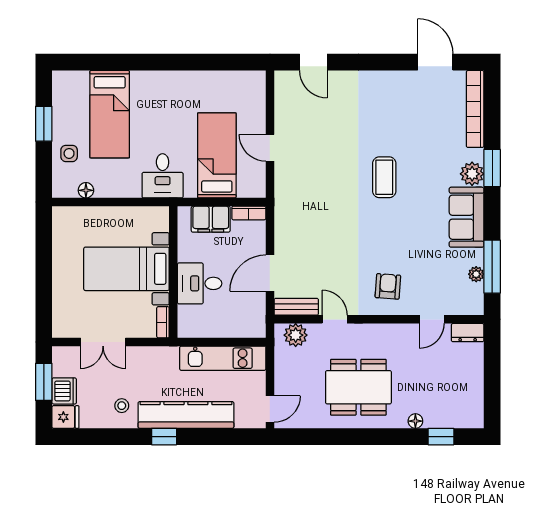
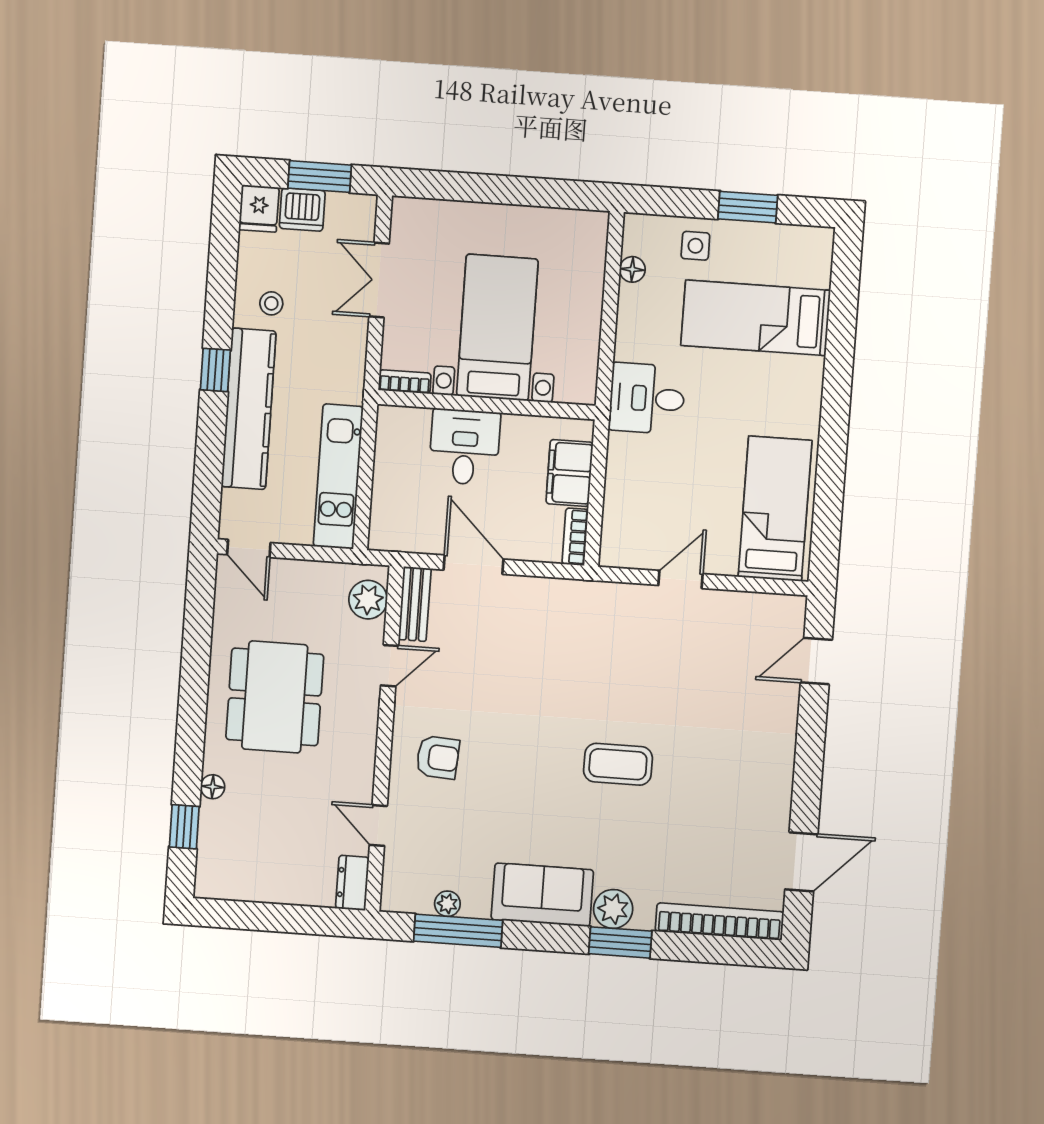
bed: (217, 155) -> (775, 509), moved, turned -90

